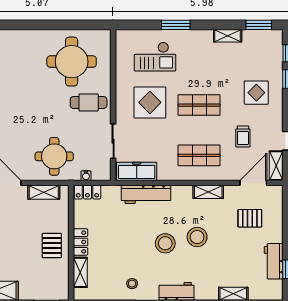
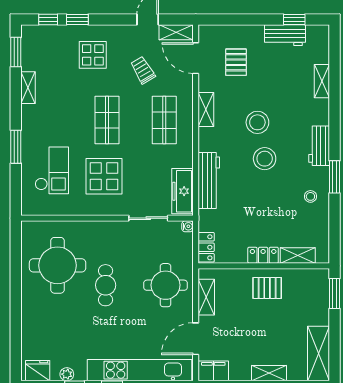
cafe table: (89, 102) -> (106, 285), moved
trolley: (243, 136) -> (143, 70), turned -121
water cooler: (86, 176) -> (188, 226), moved

